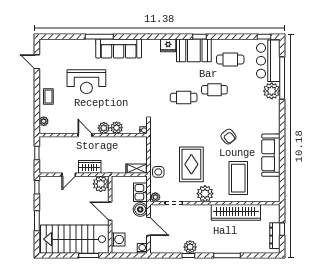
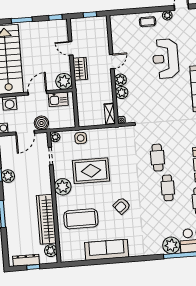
plant: (44, 121) -> (167, 15), moved
shelving: (137, 169) -> (110, 114), moved
kitchen sink: (140, 192) -> (58, 99), moved, turned 180
plant: (267, 210) -> (51, 251), added

